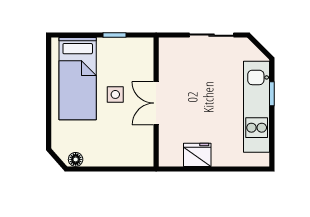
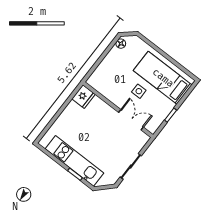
double door: (156, 103) -> (131, 120), moved
fridge: (197, 155) -> (84, 97), moved

